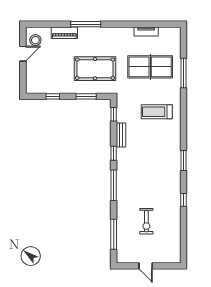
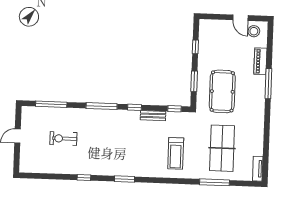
tv unit: (146, 32) -> (258, 169), moved
treadmill: (157, 112) -> (176, 153), turned 180

